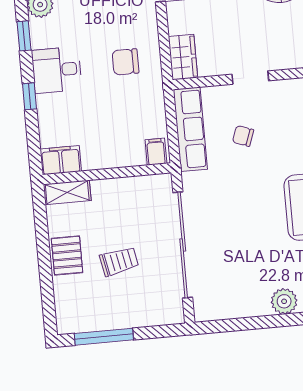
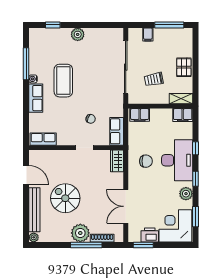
desk: (57, 70) -> (177, 160), width x1.87, depth x1.30
row of seats: (190, 129) -> (117, 131), width x0.68
filing cabinet: (156, 152) -> (140, 115), width x2.00
trolley: (119, 261) -> (154, 79), moved
filing cabinet: (145, 314) -> (148, 35), added

